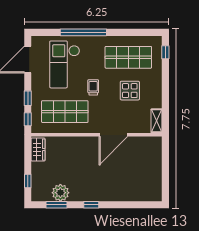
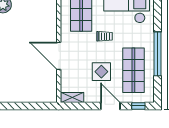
window: (83, 32) -> (157, 54), moved
door: (165, 81) -> (110, 106), added

